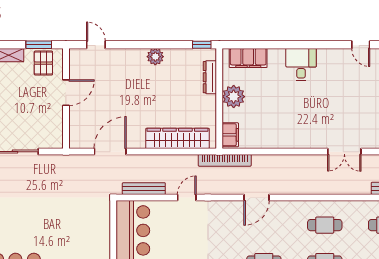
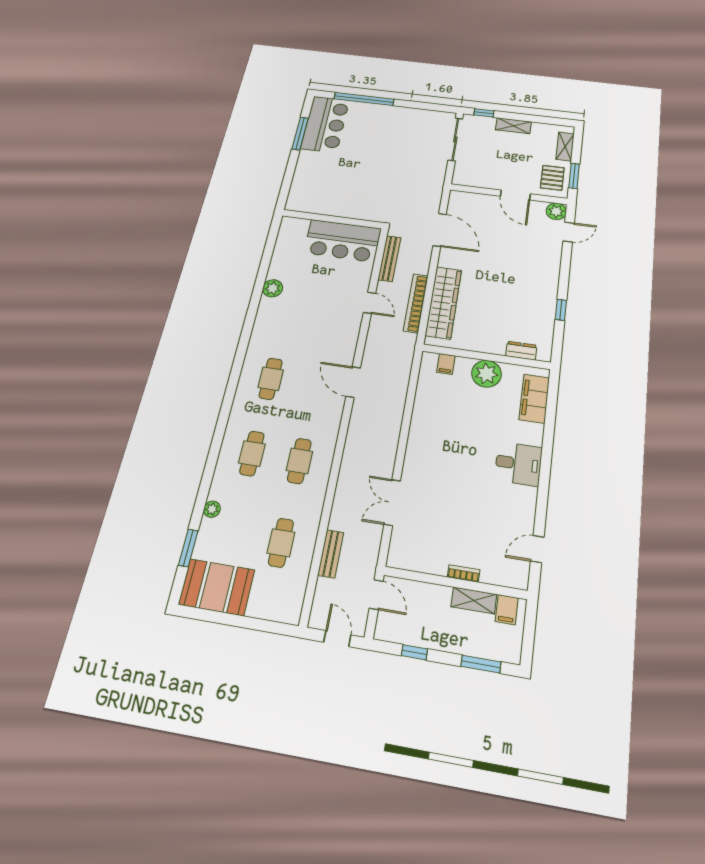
window: (202, 45) -> (561, 310), moved
plant: (155, 57) -> (556, 211), moved
pallet: (43, 63) -> (552, 178), turned 90
dresser: (210, 77) -> (521, 351), width x0.70
filing cabinet: (230, 135) -> (446, 364), width x0.50
bookcase: (225, 160) -> (416, 303), moved

